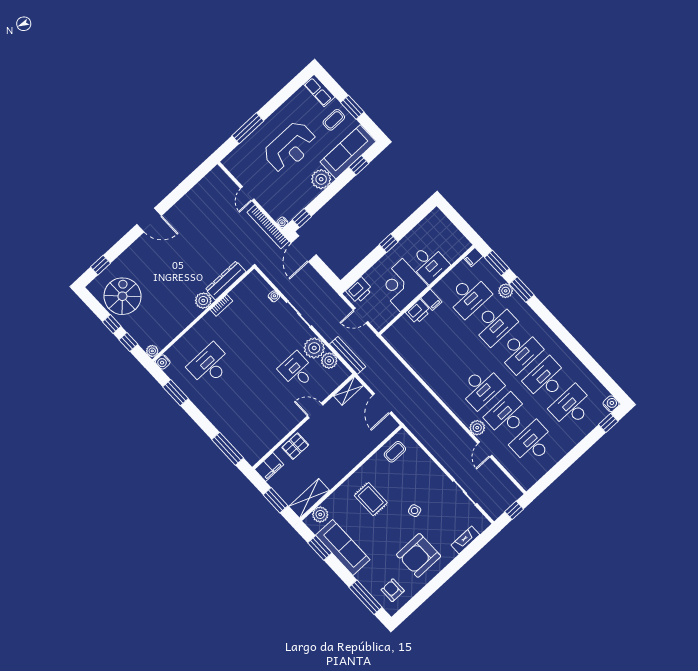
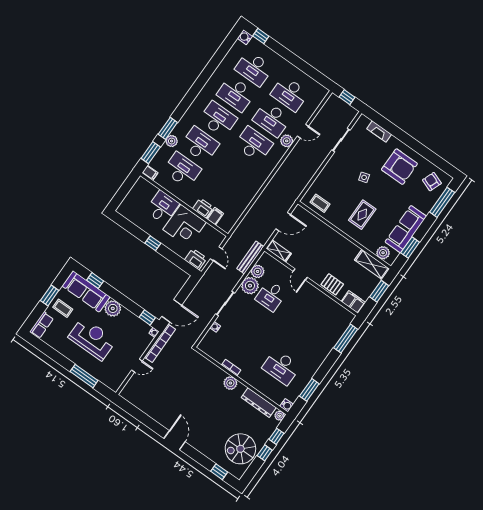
dresser: (226, 280) -> (259, 403), moved
filing cabinet: (431, 300) -> (215, 216), moved
armchair: (393, 590) -> (432, 182), turned 111

